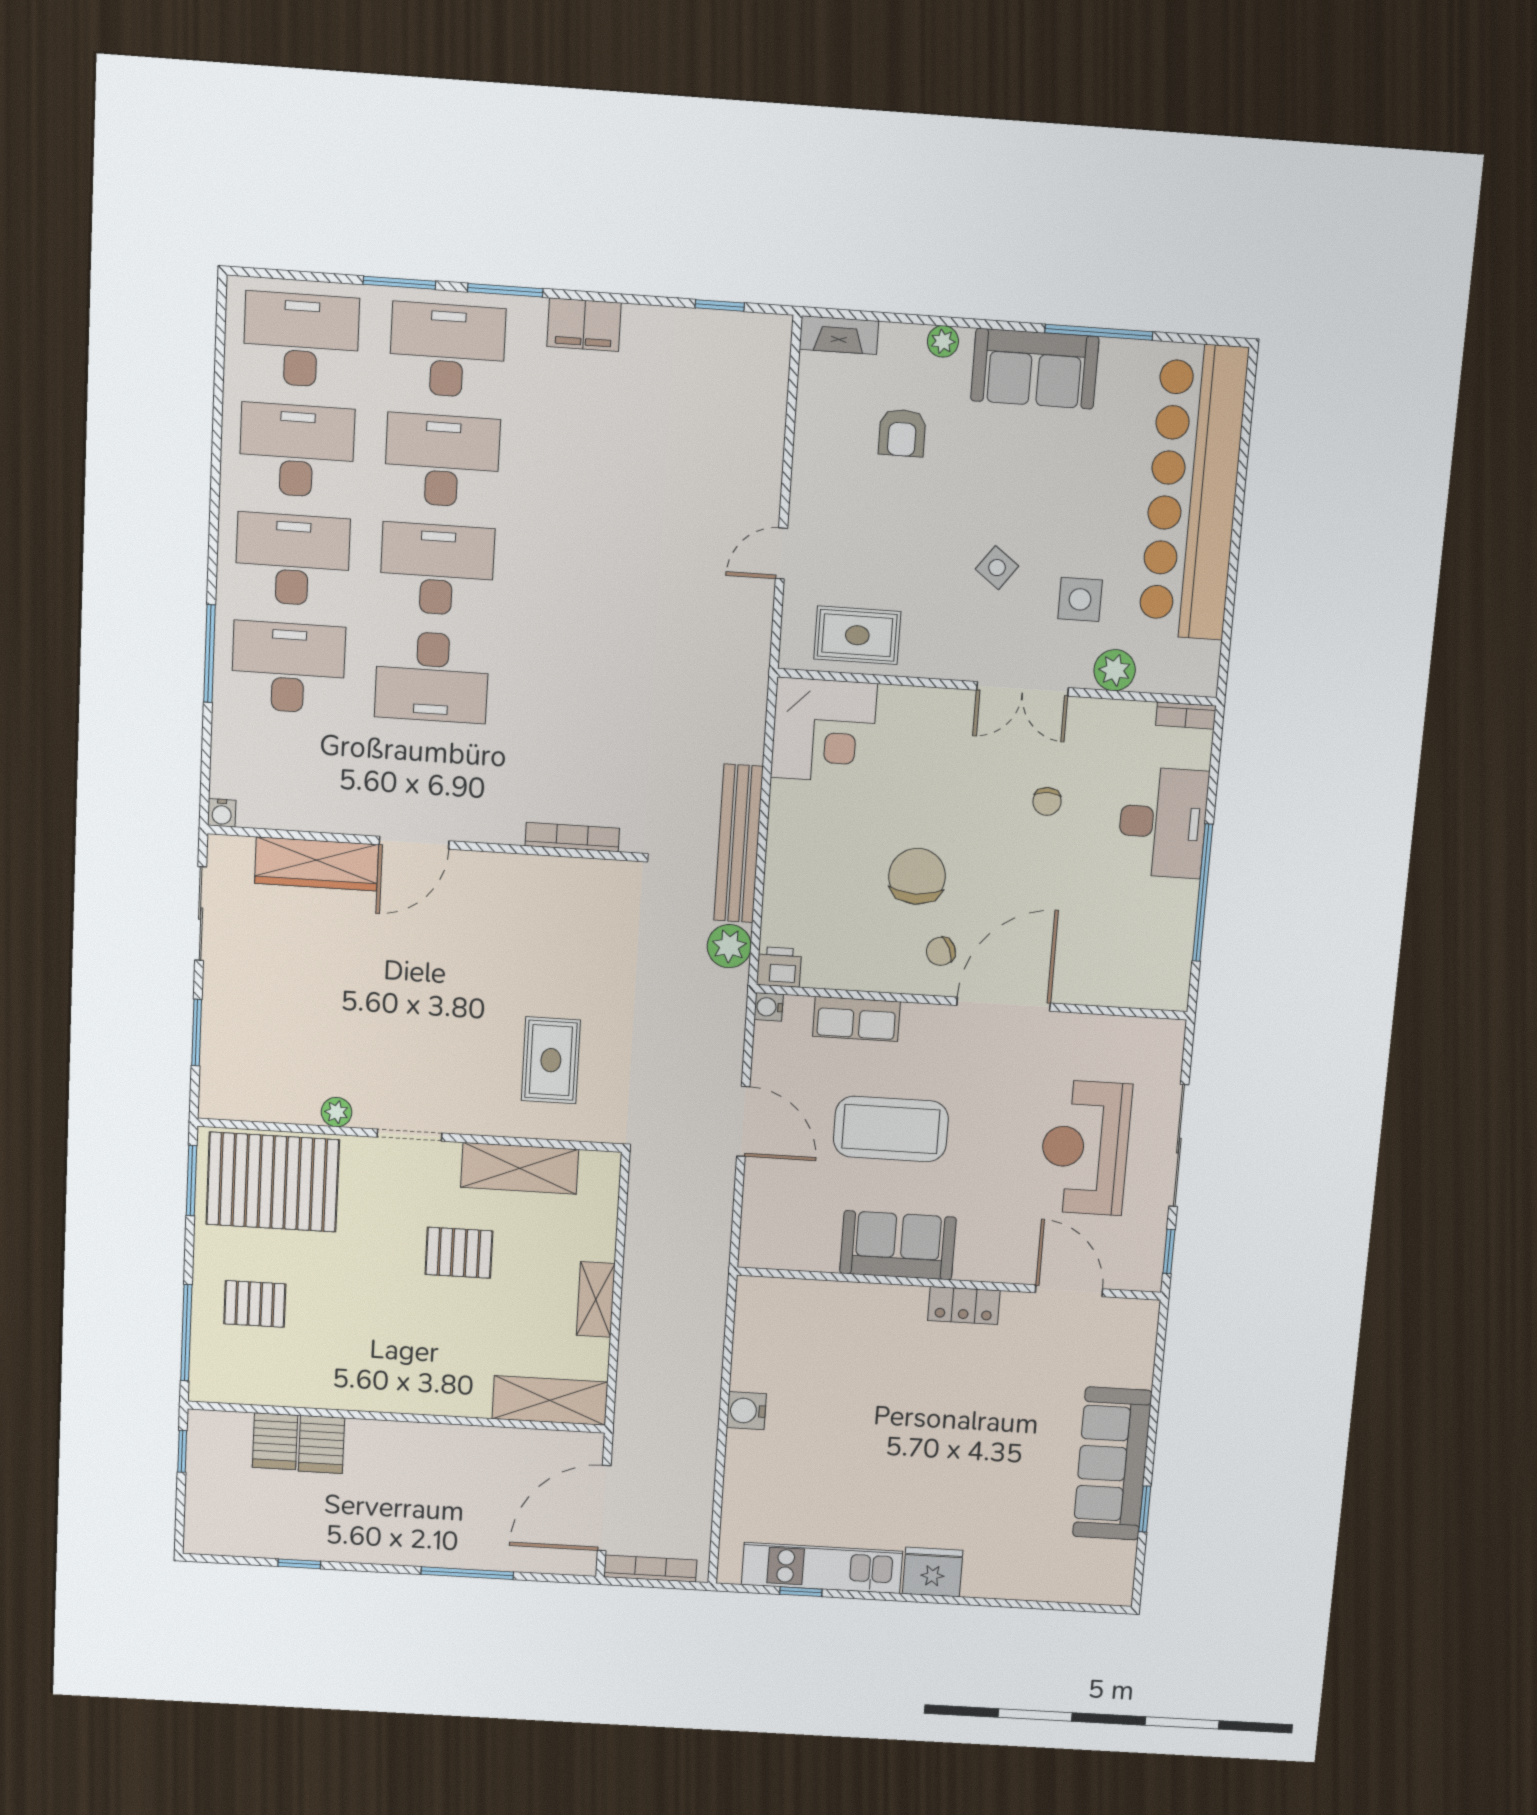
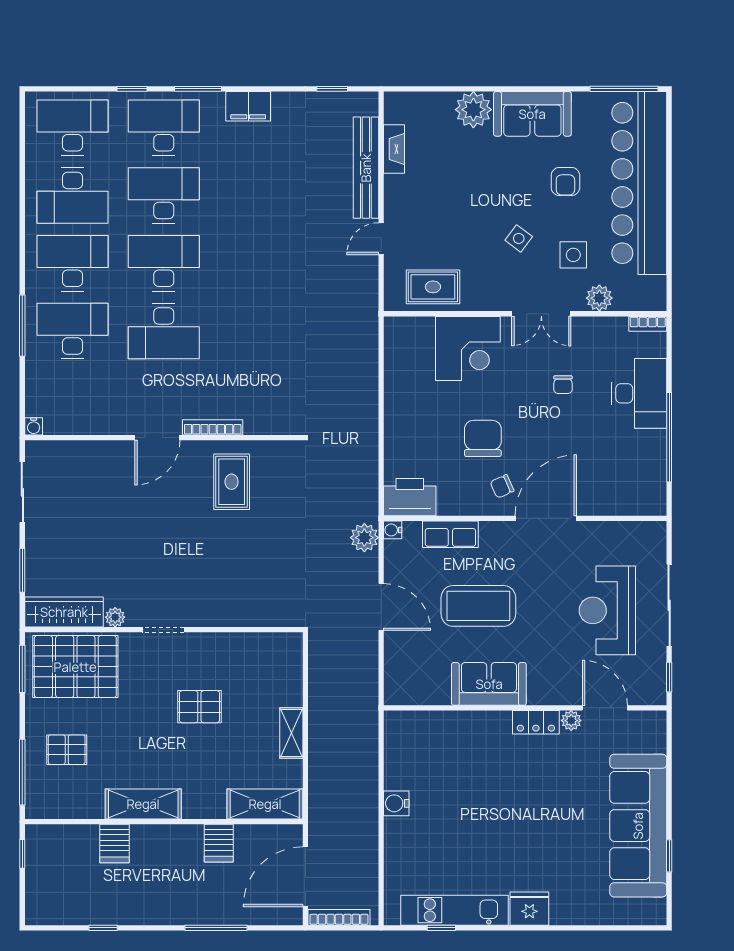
window: (399, 283) -> (132, 89), width x0.67
window: (1099, 332) -> (624, 89), moved
fireplace: (839, 335) -> (394, 149), moved, turned -90
plant: (943, 341) -> (473, 110), width x1.88, depth x1.88
armchair: (902, 433) -> (565, 182), moved
desk: (297, 451) -> (72, 195), turned 180
corner desk: (824, 730) -> (468, 349), moved
bookcase: (572, 837) -> (213, 427), moved
bench: (738, 844) -> (366, 168), moved
wardrobe: (317, 864) -> (64, 612), moved, turned 180
plant: (729, 946) -> (364, 538), moved
printer: (779, 967) -> (410, 497), width x1.87, depth x1.48
rug: (551, 1060) -> (232, 482), moved
shelving: (520, 1168) -> (143, 804), moved
plant: (1017, 1306) -> (571, 721), added
server rack: (275, 1441) -> (219, 843), moved
sofa: (1112, 1464) -> (638, 826), width x1.36, depth x1.27

